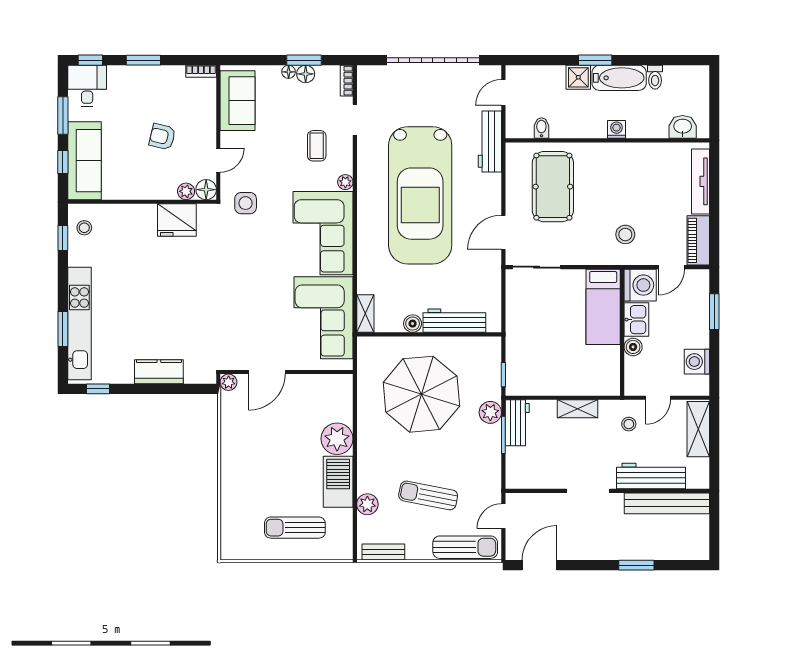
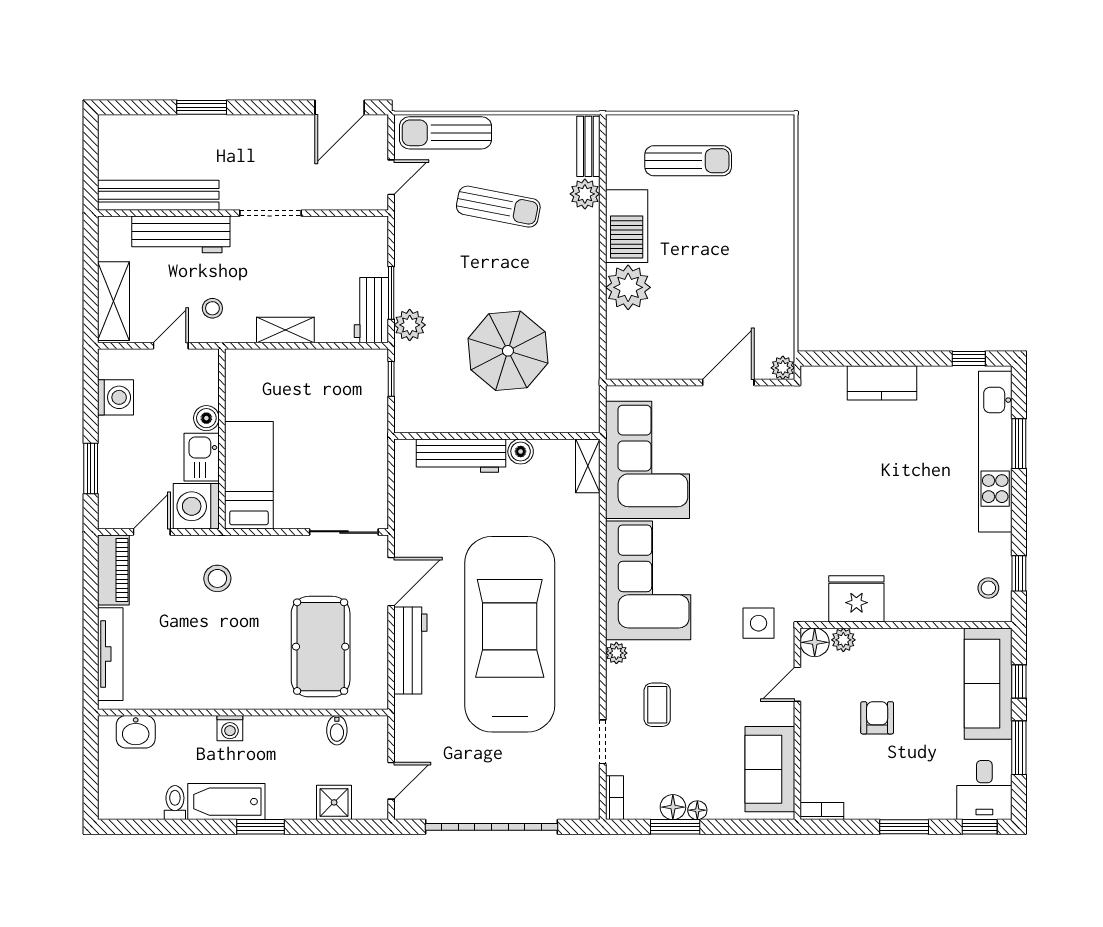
shower: (578, 77) -> (334, 802), moved
armchair: (162, 137) -> (877, 718), turned -103
workbench: (490, 142) -> (410, 651), moved
parasol: (421, 394) -> (508, 351), width x0.73, depth x0.73
bench: (383, 552) -> (588, 146), moved, turned 90

